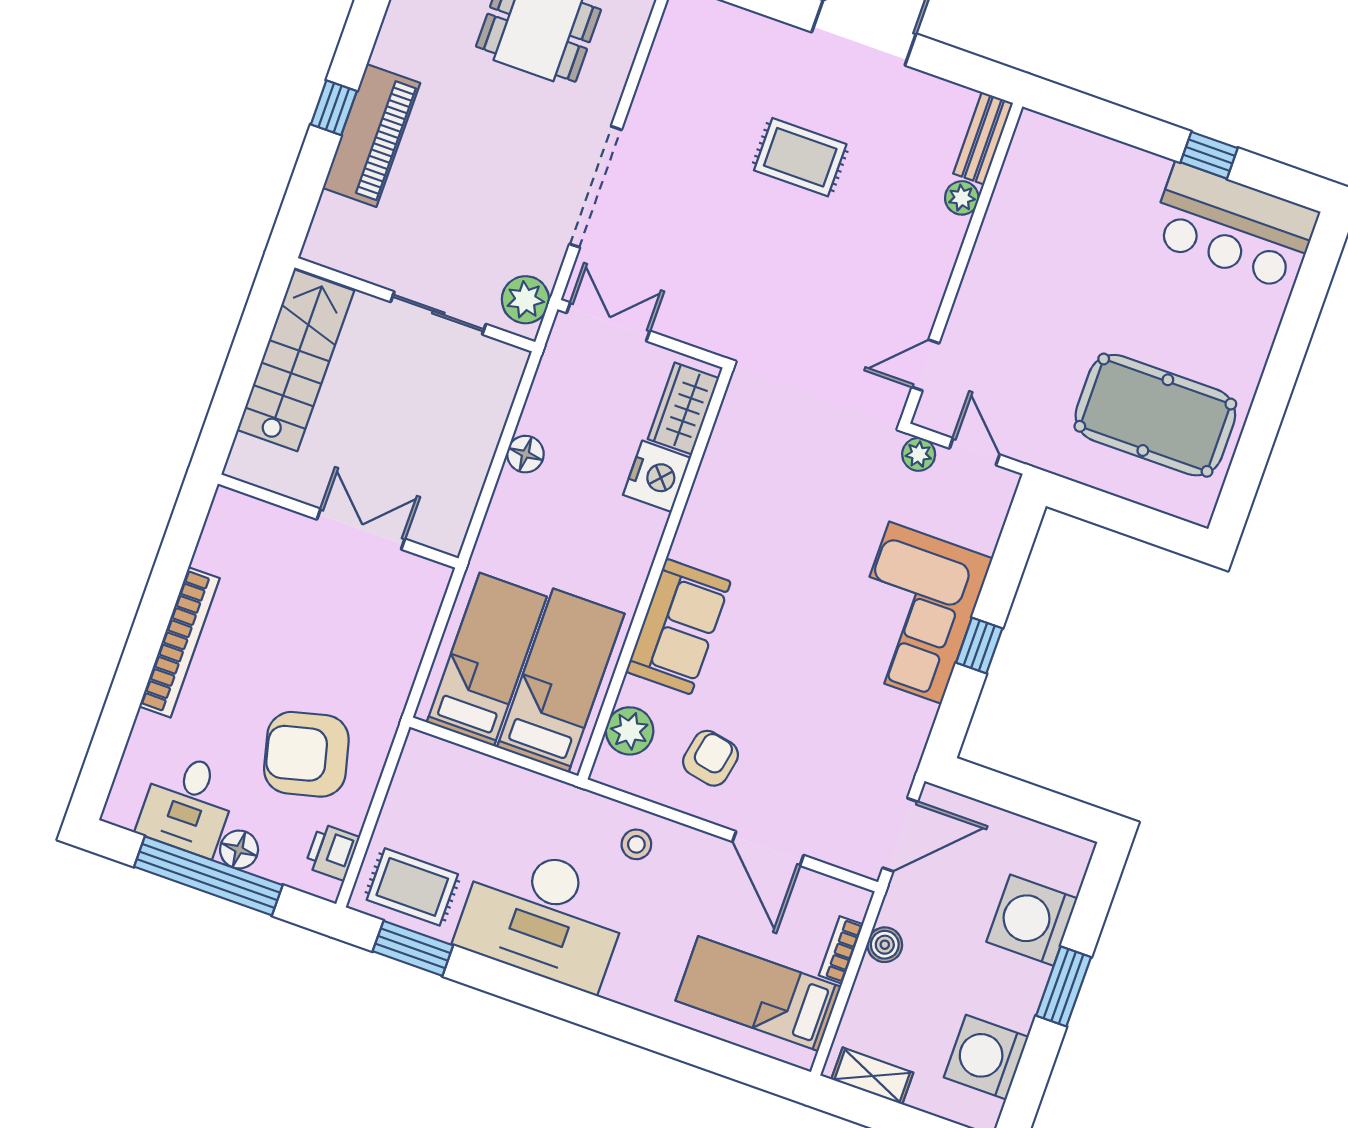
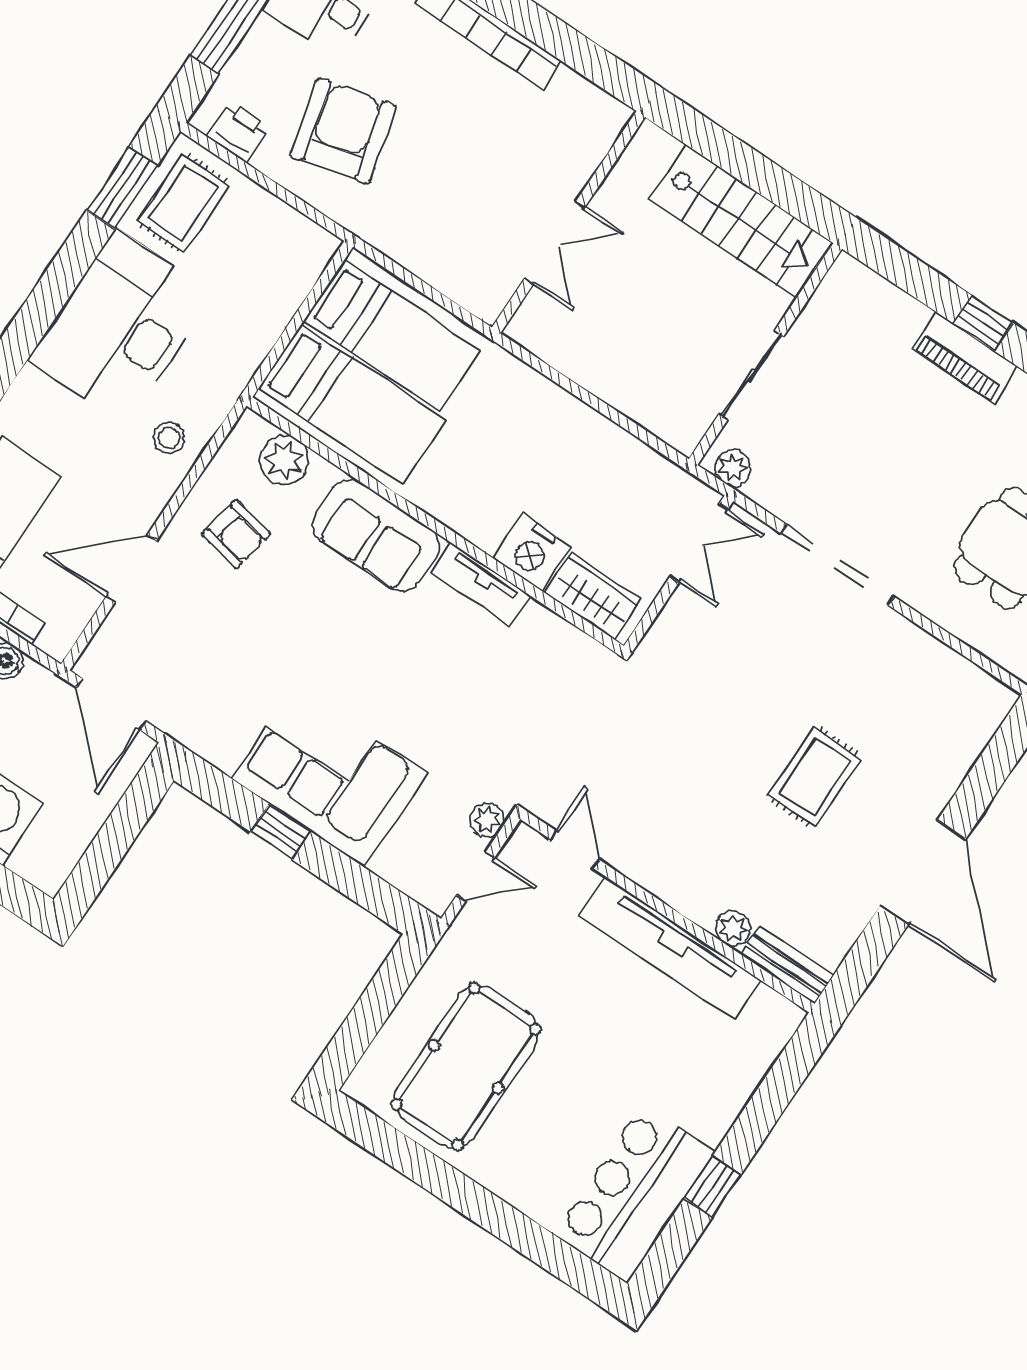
piano: (371, 135) -> (965, 358), width x0.73, depth x0.75
tv unit: (995, 252) -> (670, 948), added
plant: (525, 300) -> (733, 468), width x0.73, depth x0.73
floor lamp: (525, 454) -> (588, 426), removed
tv unit: (699, 517) -> (480, 584), added
floor lamp: (239, 850) -> (265, 39), removed

